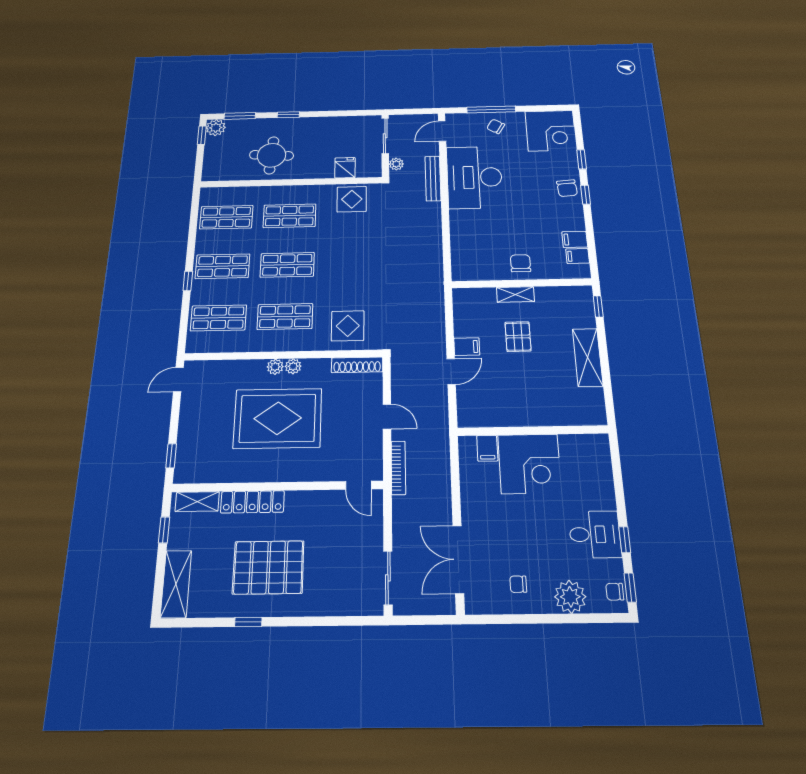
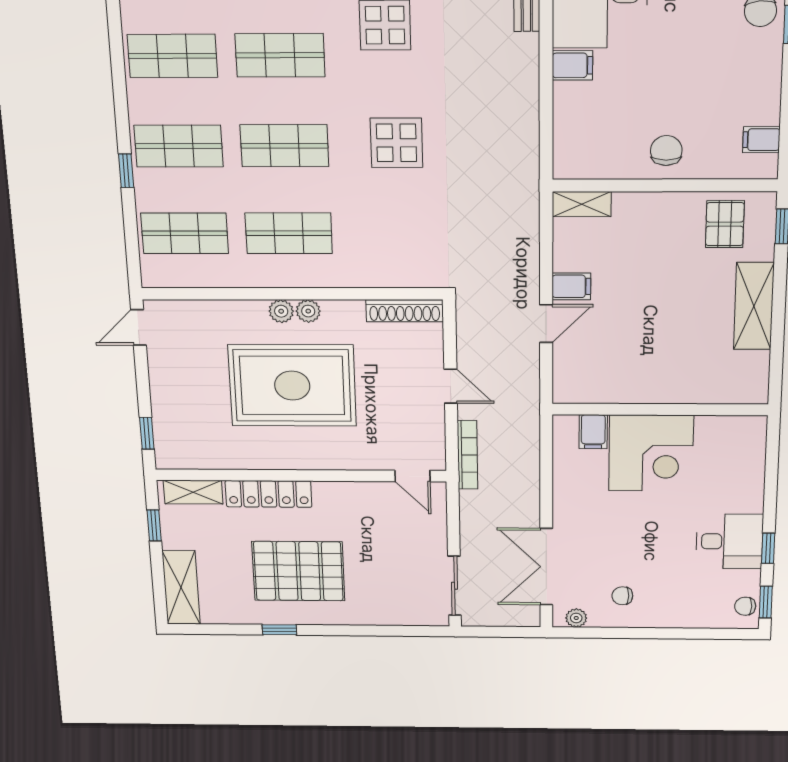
filing cabinet: (575, 239) -> (572, 65), moved, turned 180
shelving: (515, 294) -> (582, 204), moved
display table: (348, 326) -> (396, 143), moved
pallet: (518, 337) -> (725, 224), moved
plant: (570, 597) -> (576, 618), moved, width x0.53, depth x0.53

